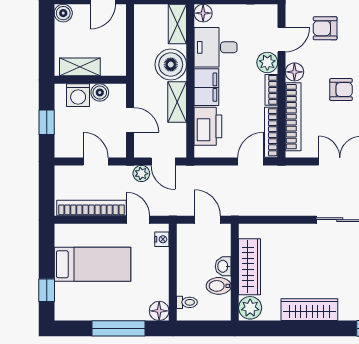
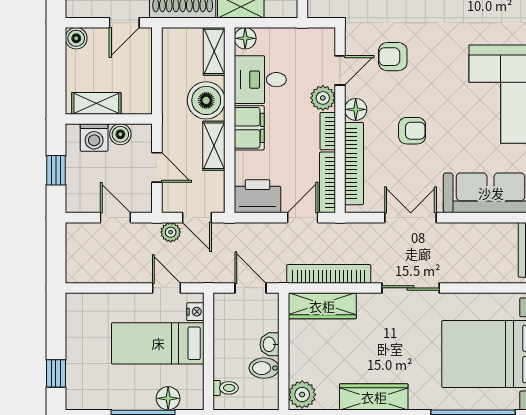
printer: (208, 126) -> (258, 196), moved, turned -90
bookcase: (92, 208) -> (329, 274), moved
bed: (92, 264) -> (158, 343), moved, turned 180
wardrobe: (250, 267) -> (322, 306), moved, turned 90
floor lamp: (159, 311) -> (168, 398), moved

